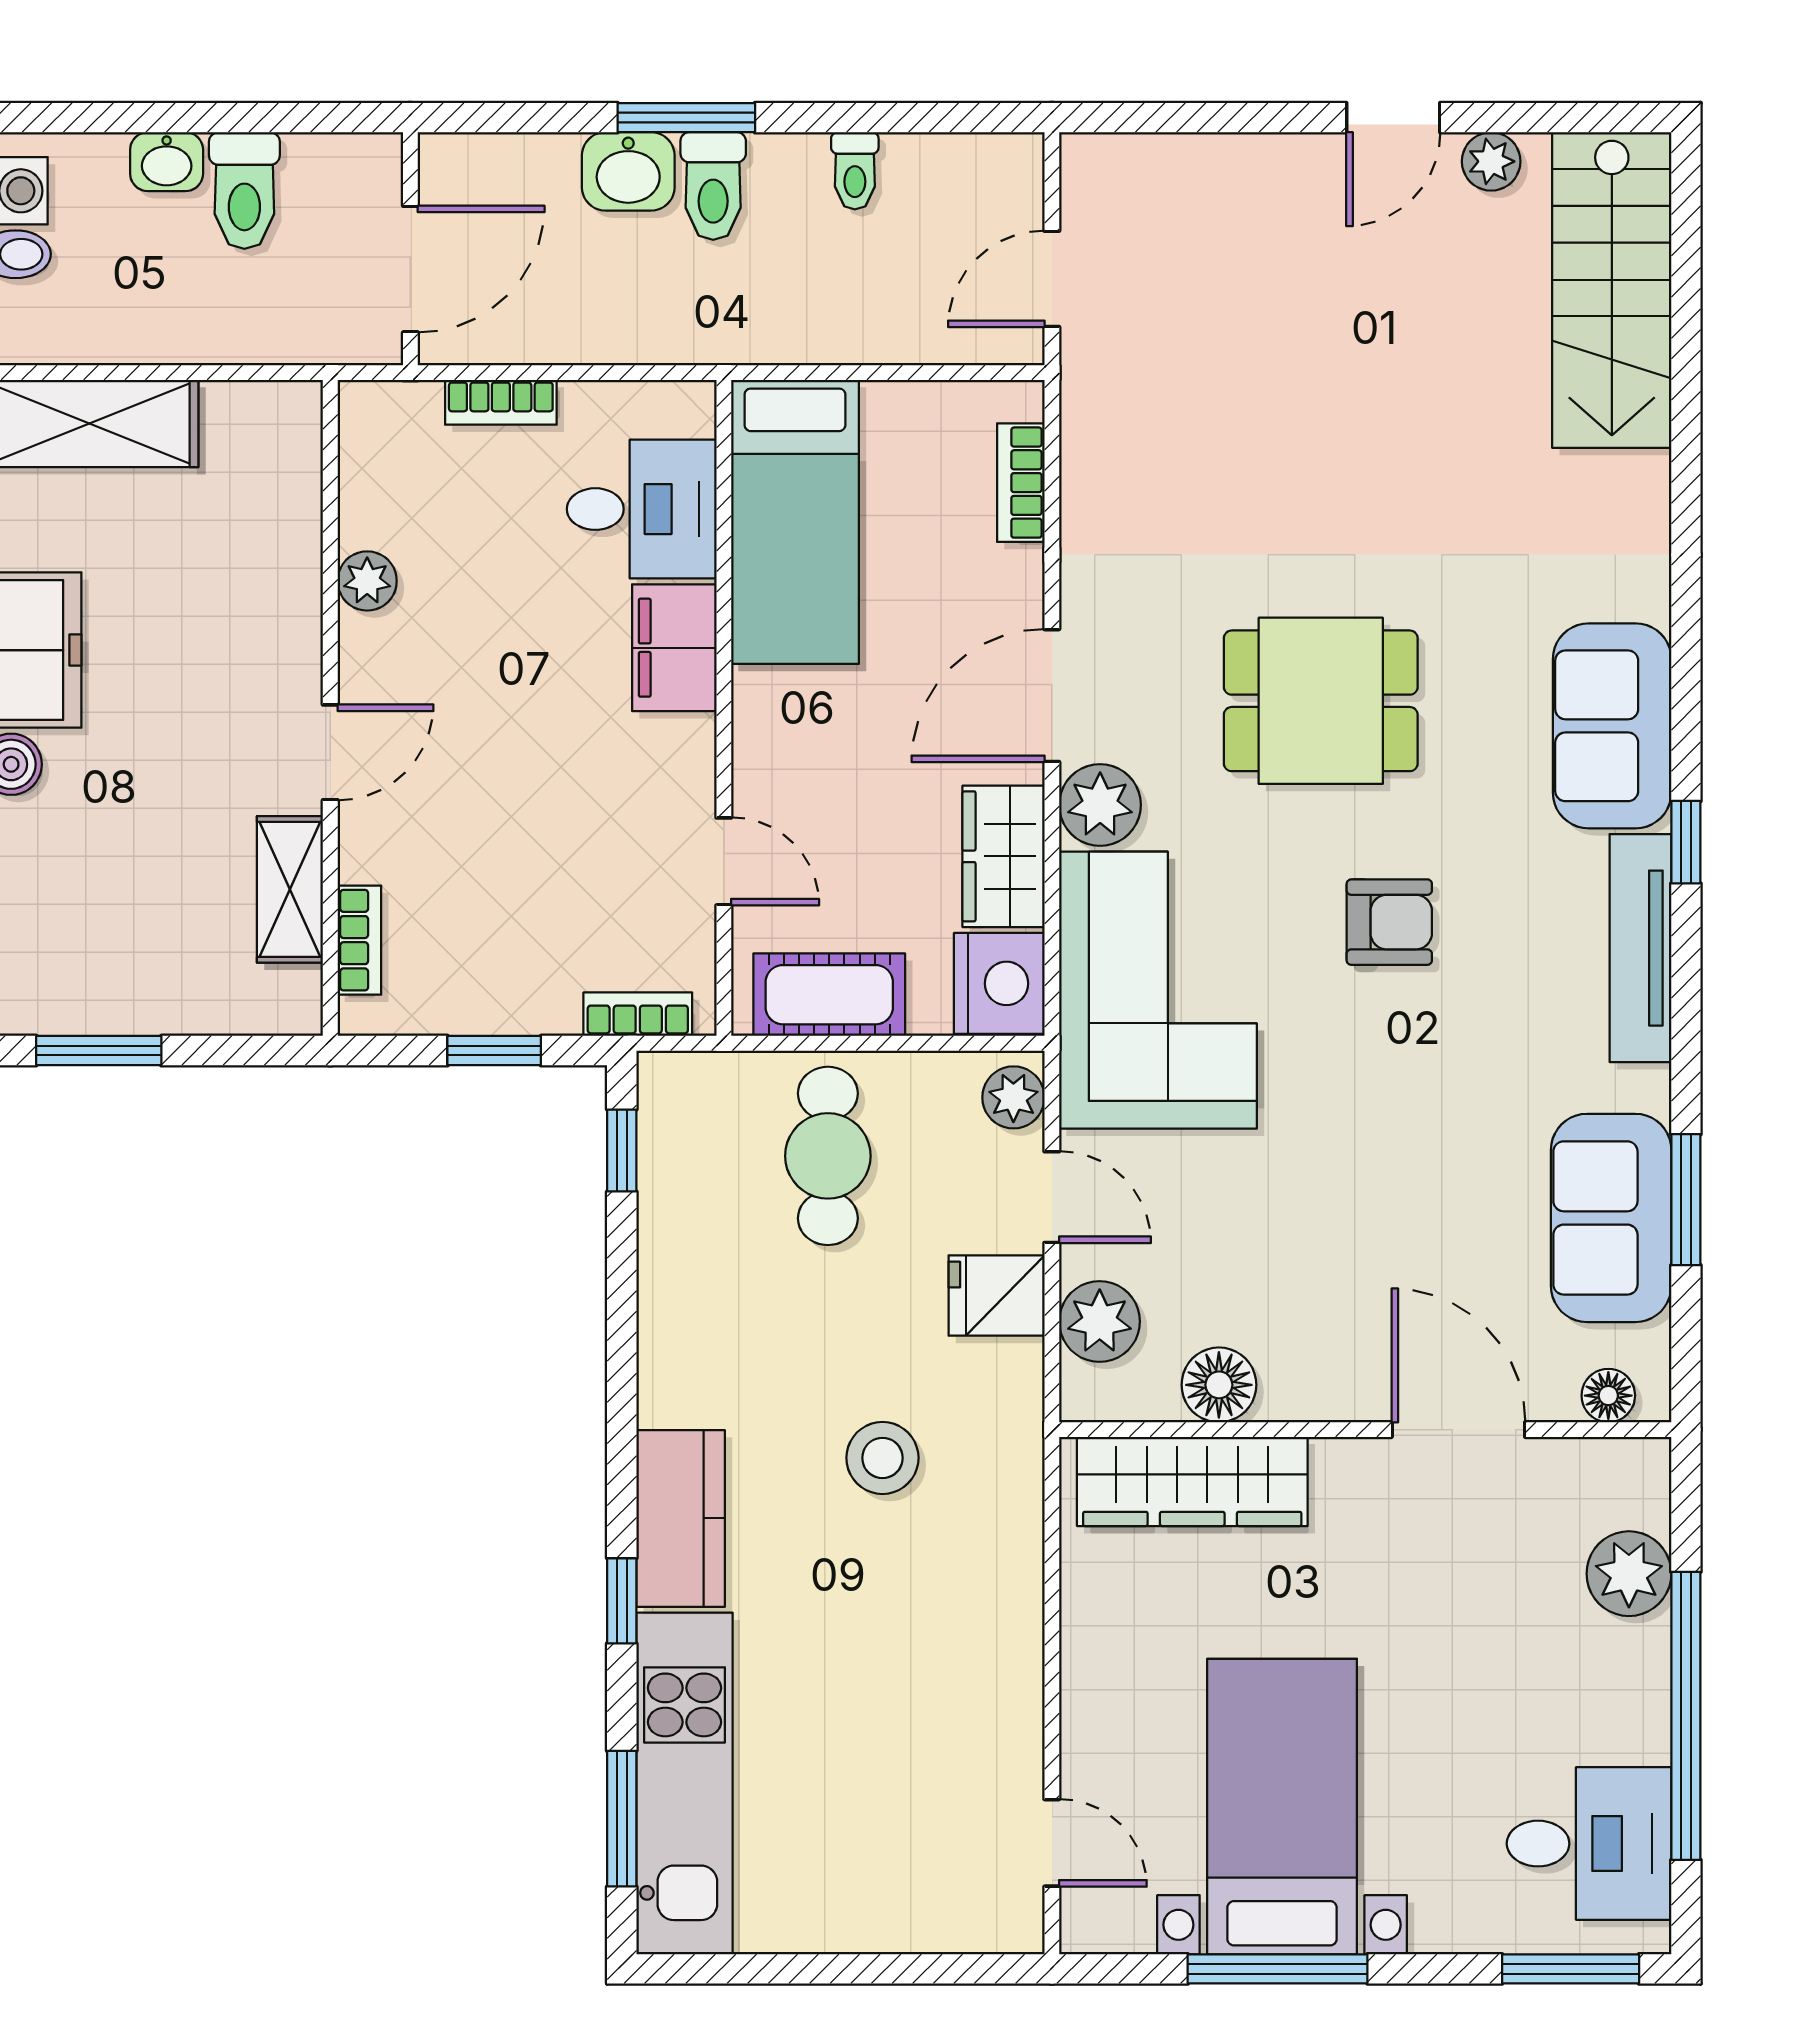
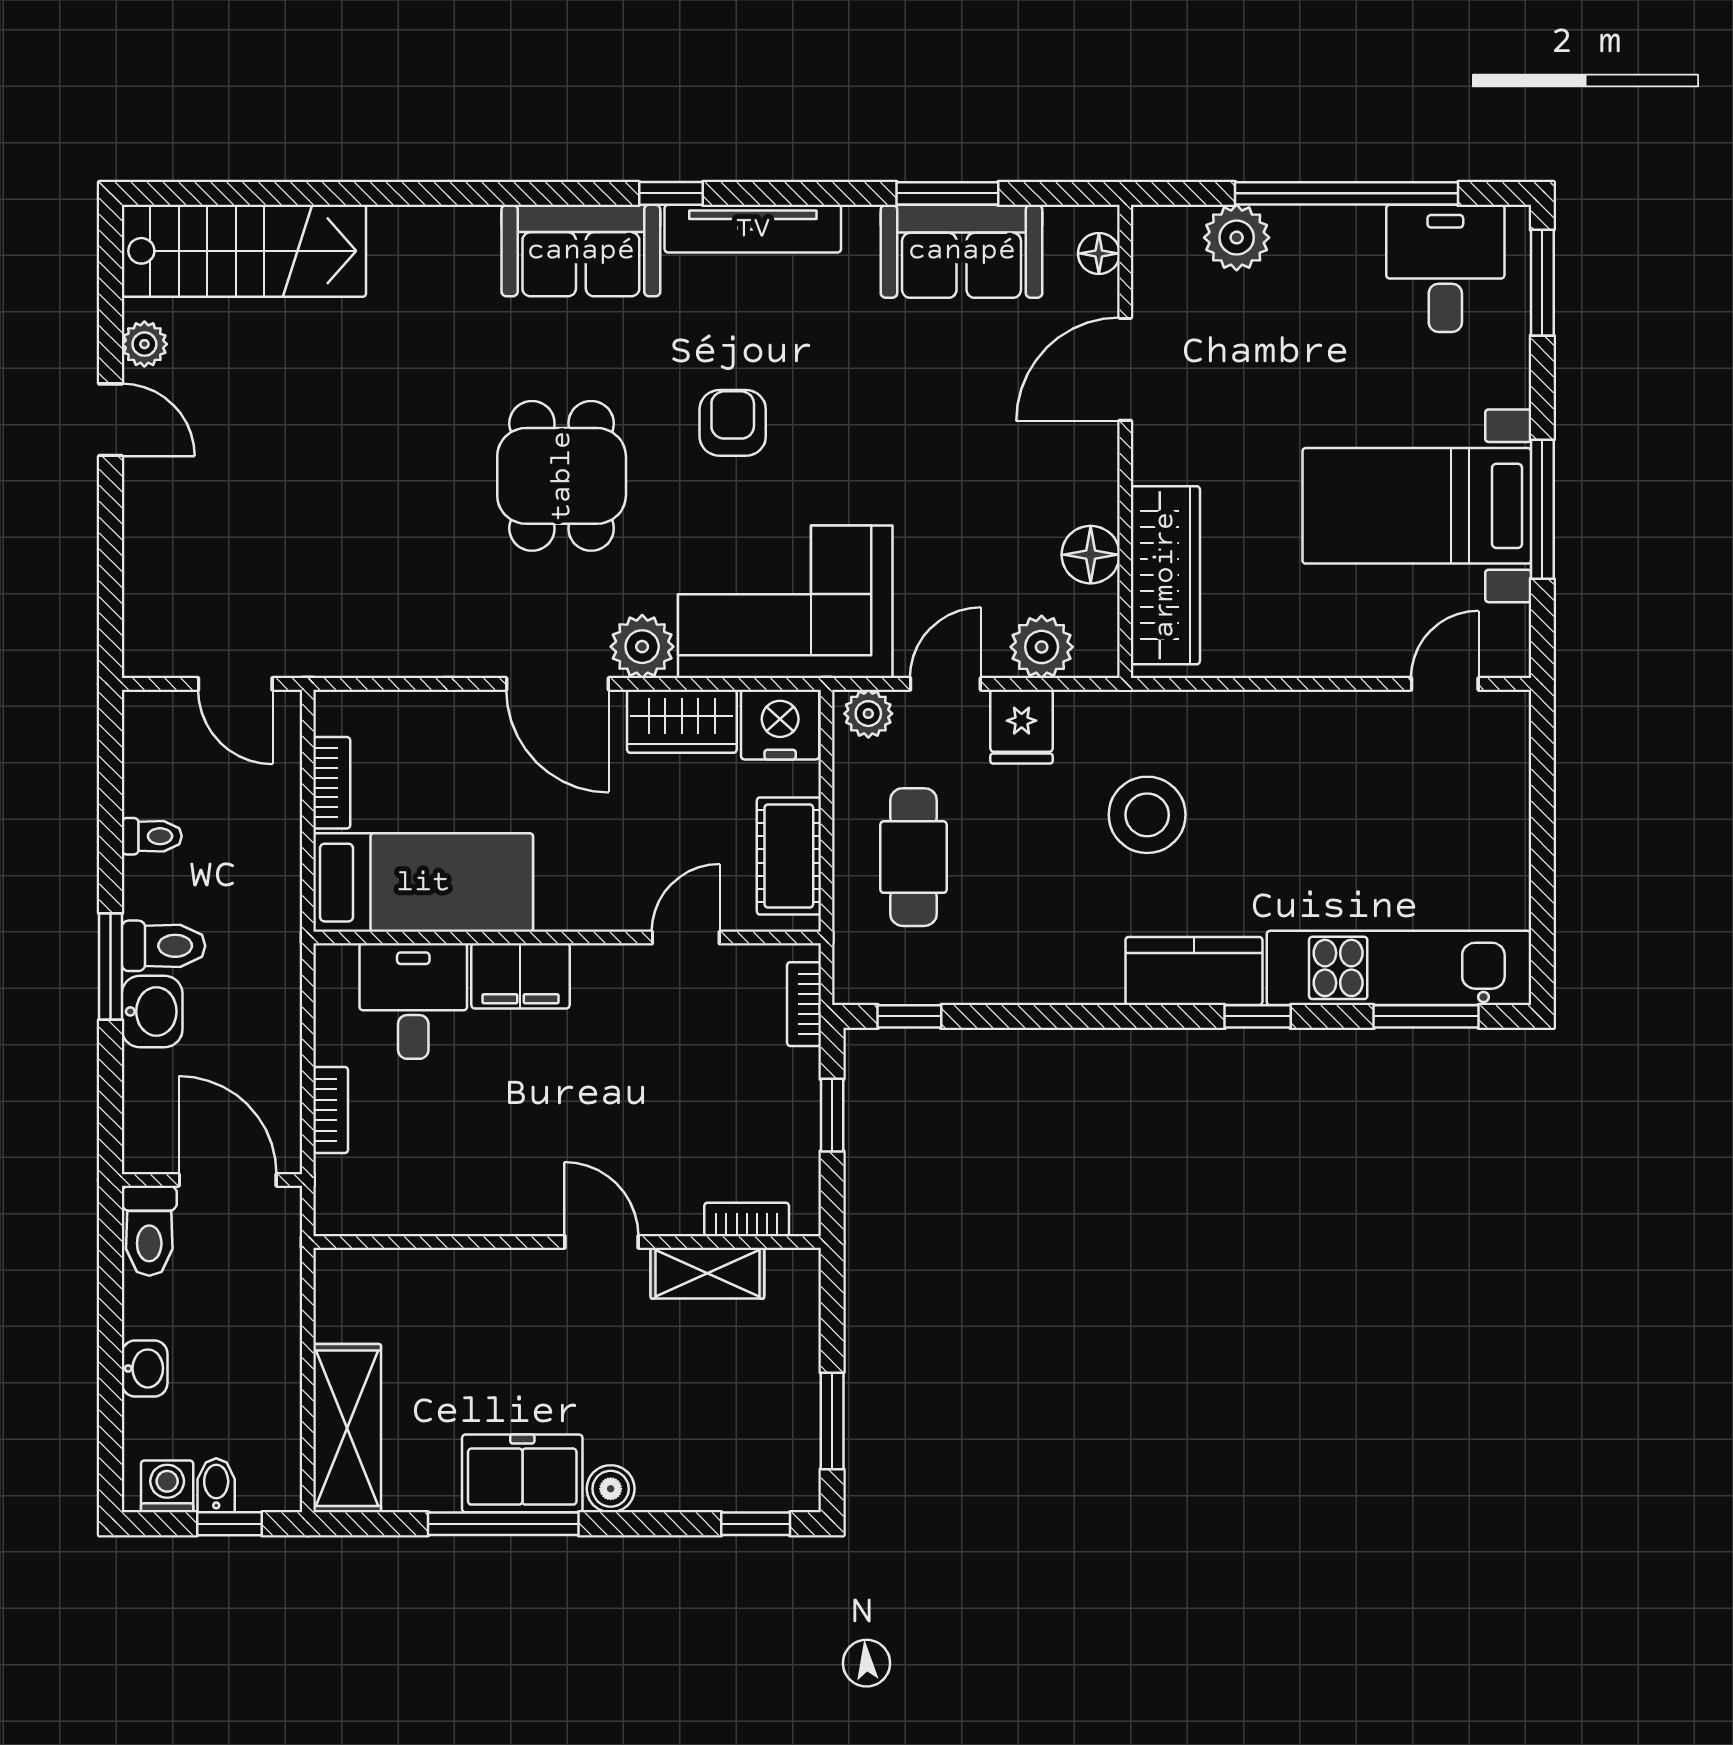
toilet: (244, 191) -> (149, 1231), moved, turned 90
bookcase: (1021, 483) -> (332, 783), moved, turned -90
plant: (367, 581) -> (469, 1213), removed
cafe table: (828, 1156) -> (914, 857), turned 90
stool: (882, 1458) -> (1147, 815), width x1.38, depth x1.38

